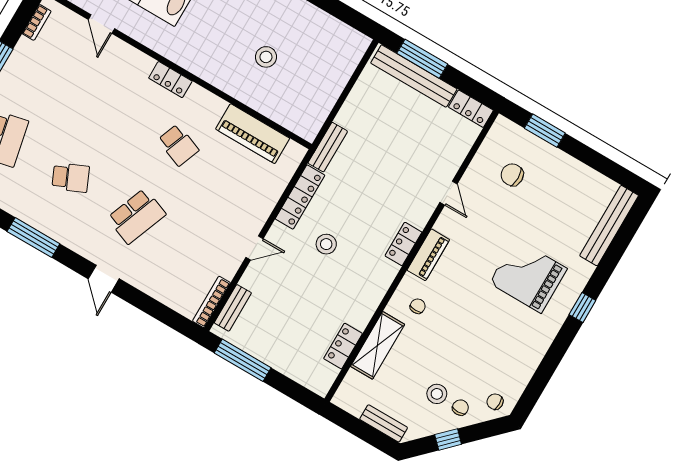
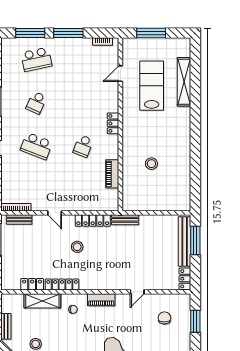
piano: (253, 134) -> (112, 174), width x0.73, depth x0.75
school desk: (71, 178) -> (36, 103), turned 48
locker: (403, 244) -> (62, 285), moved, width x1.53

